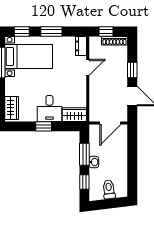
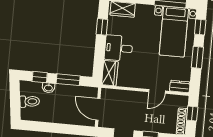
door: (88, 67) -> (157, 91), hinge flipped
window: (44, 126) -> (102, 27), moved
washbasin: (94, 162) -> (48, 88), moved

